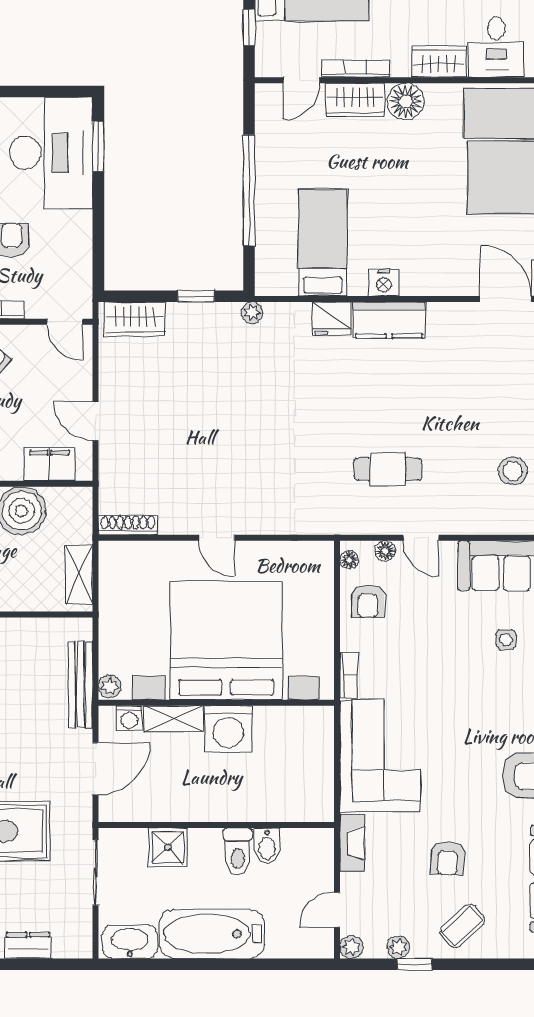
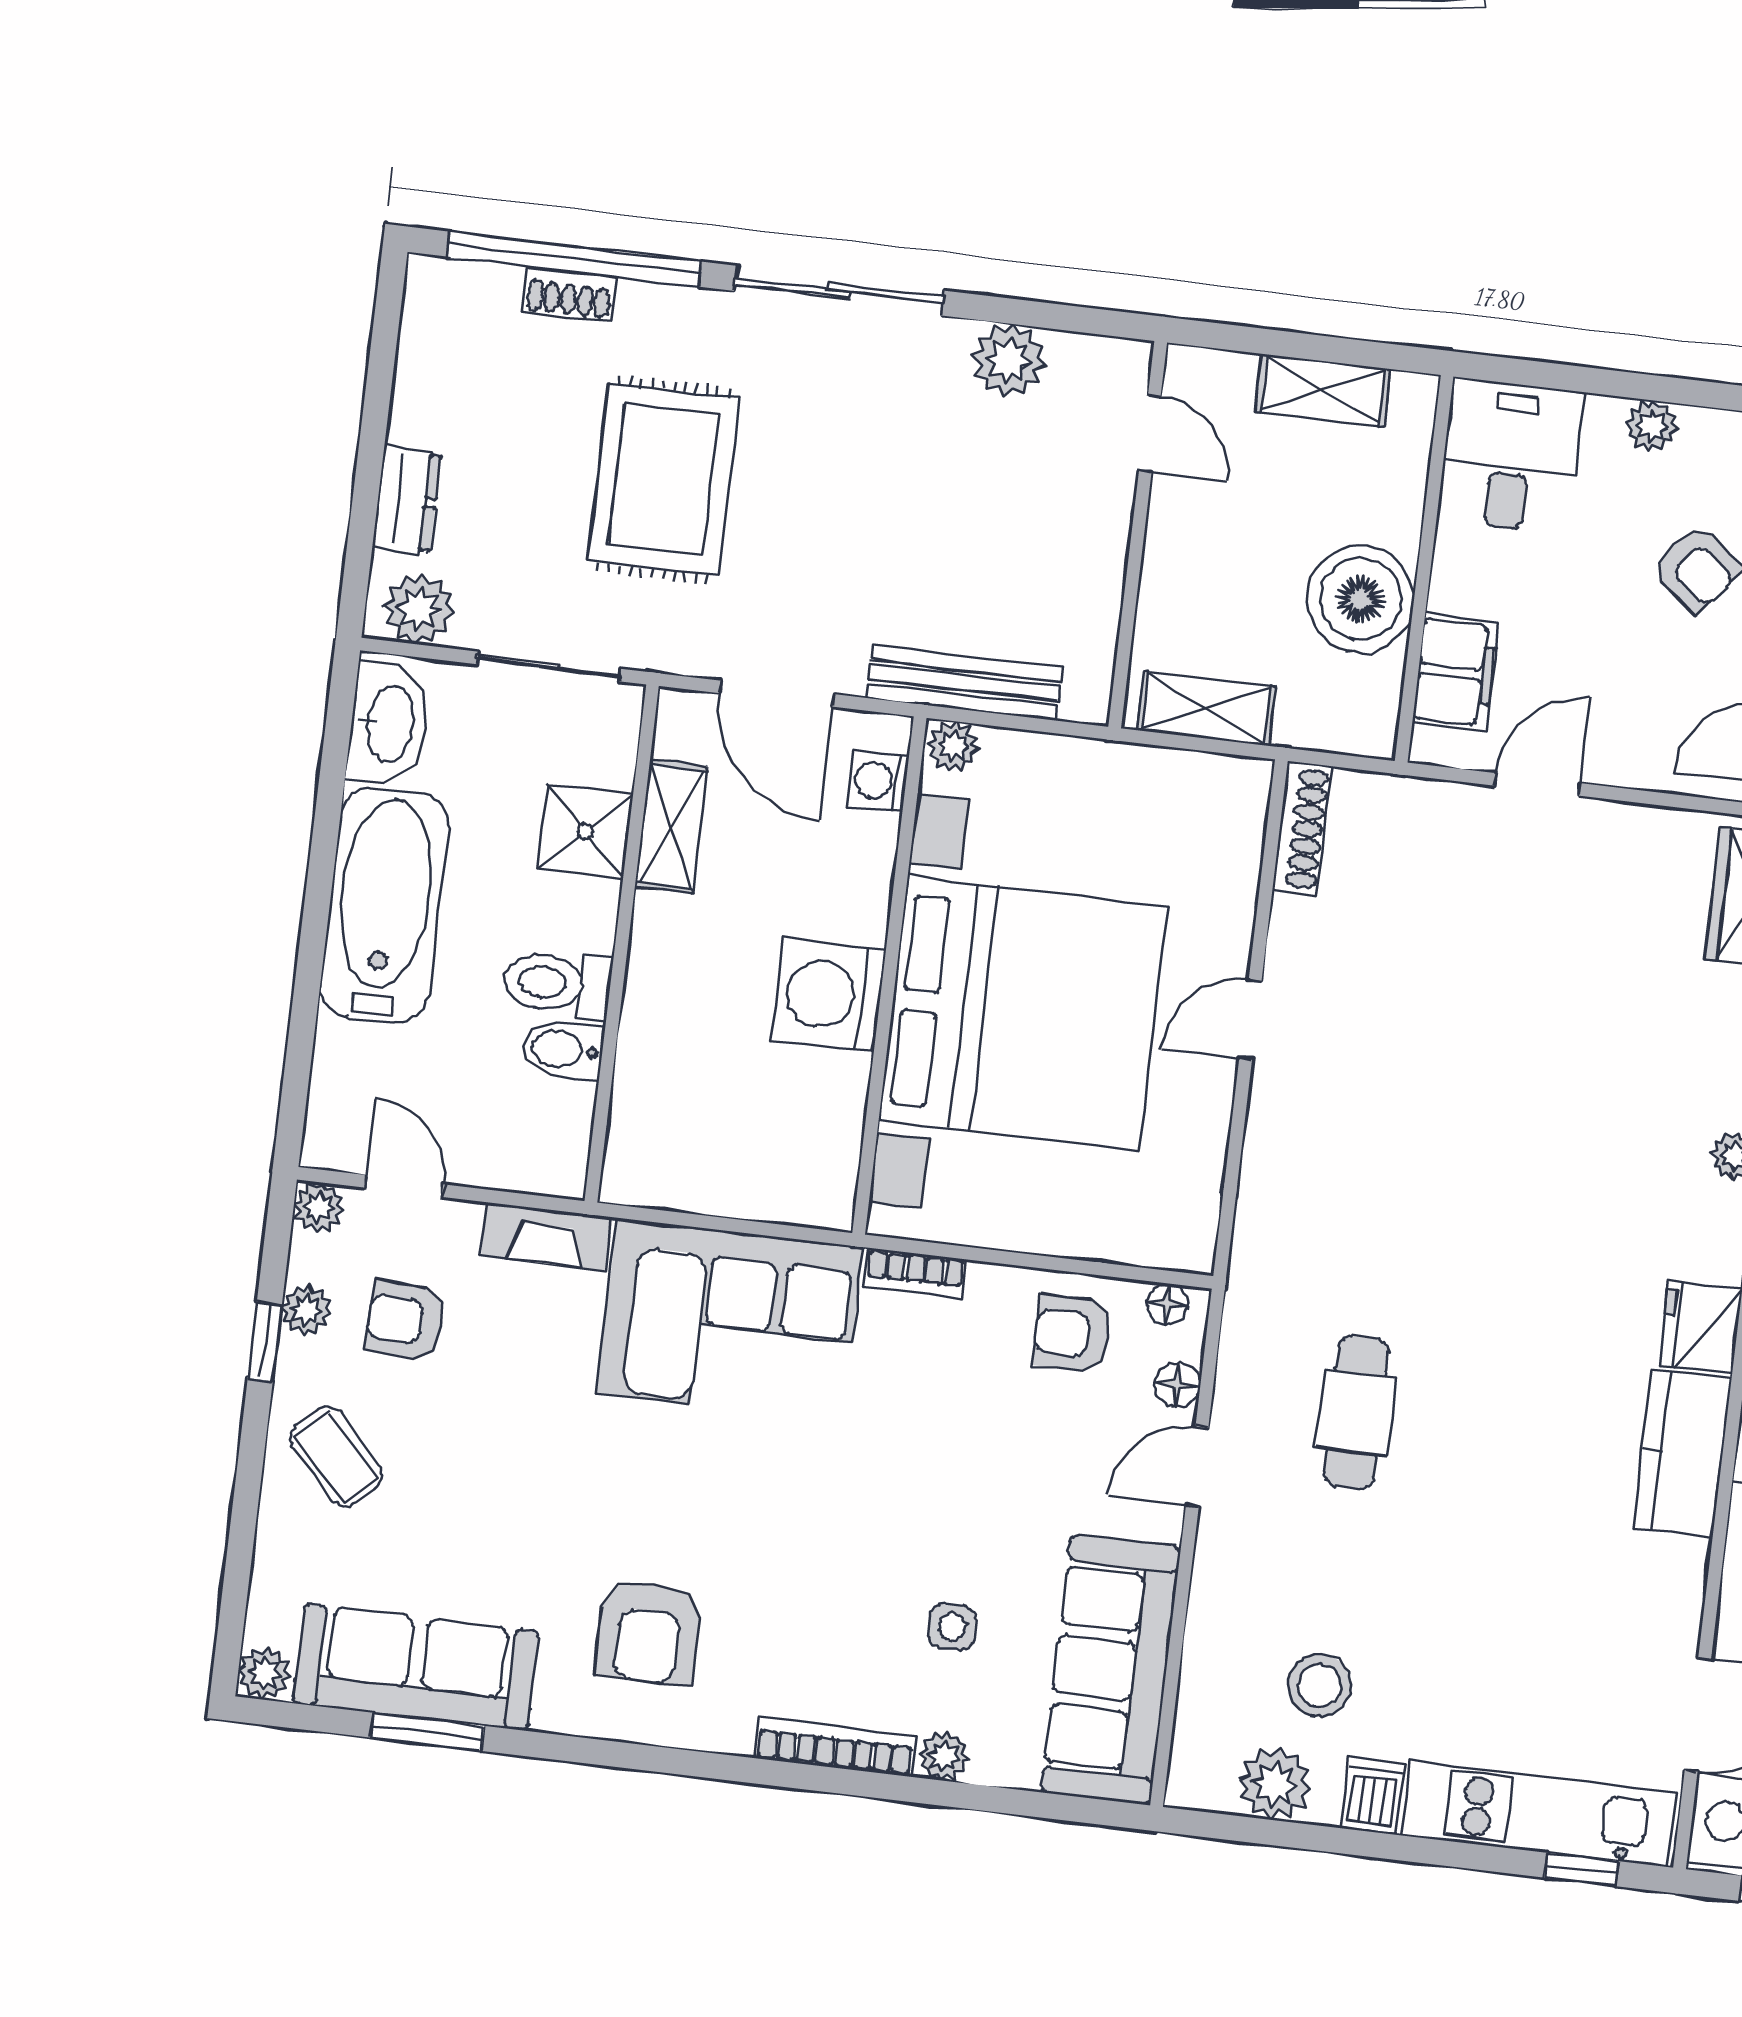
shelving: (173, 719) -> (671, 826), moved
armchair: (448, 858) -> (405, 1321), moved
plant: (77, 934) -> (419, 609), added

